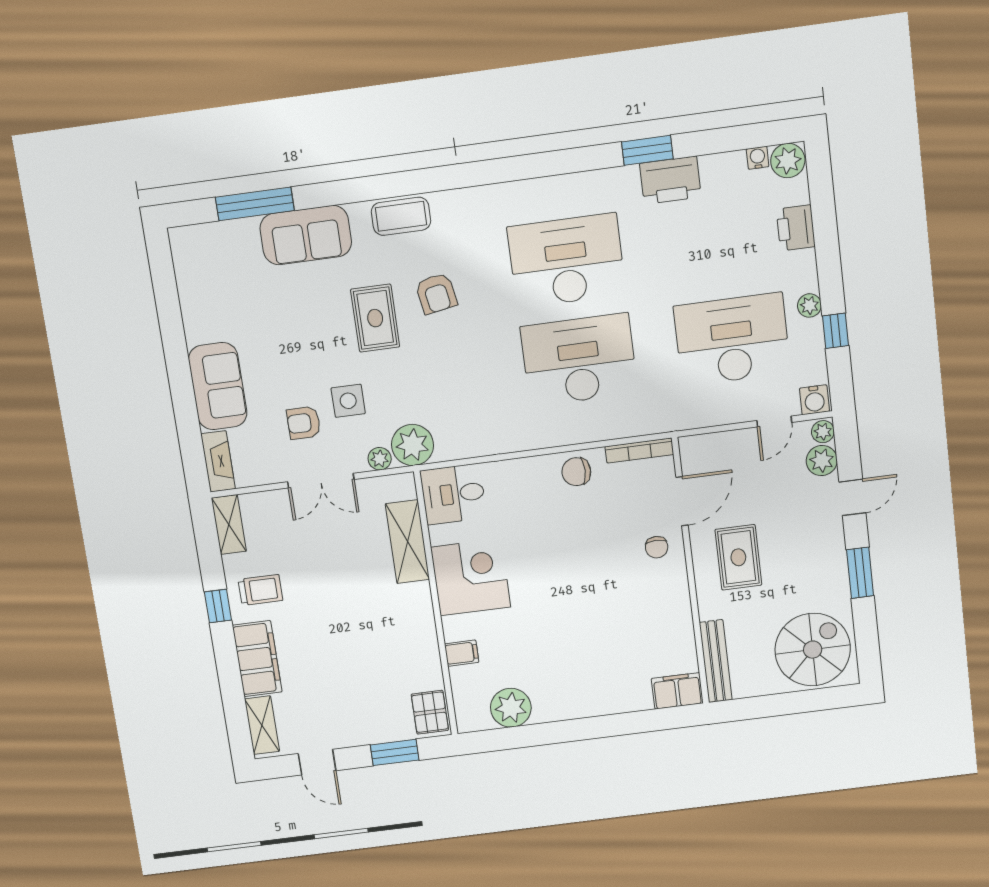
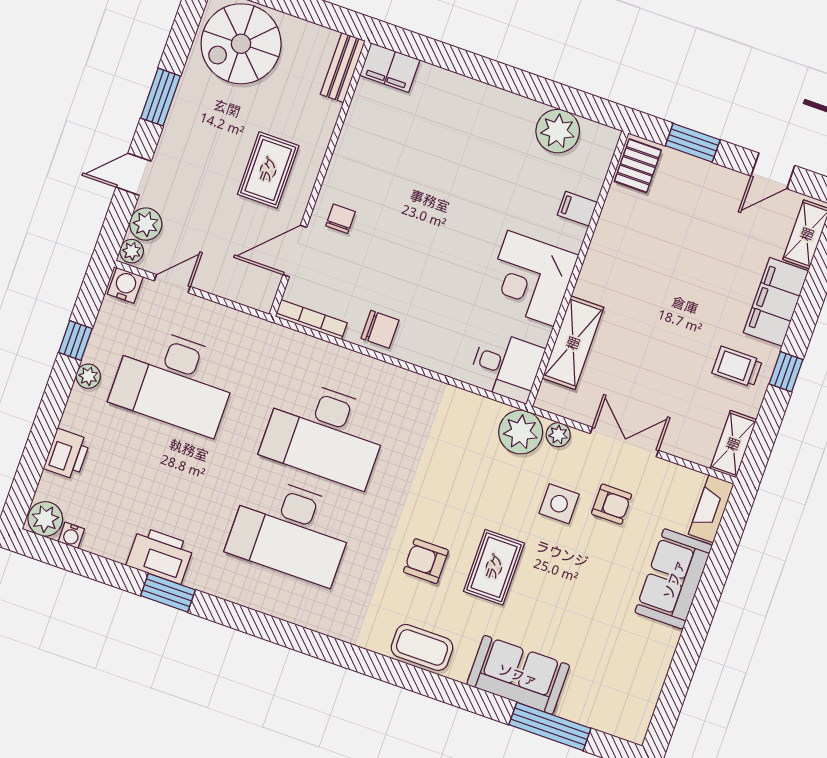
armchair: (436, 294) -> (426, 561), turned -80
bench: (716, 661) -> (343, 68), width x0.73
door: (317, 762) -> (773, 171), swing flipped

